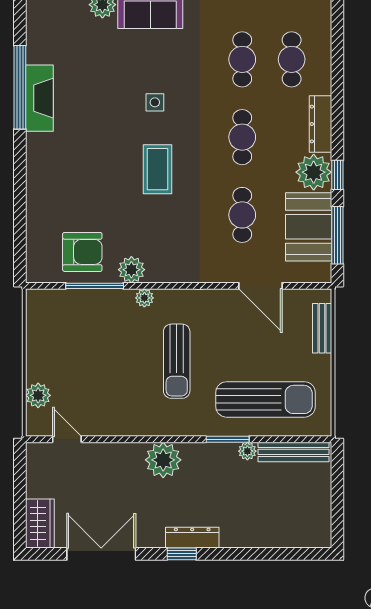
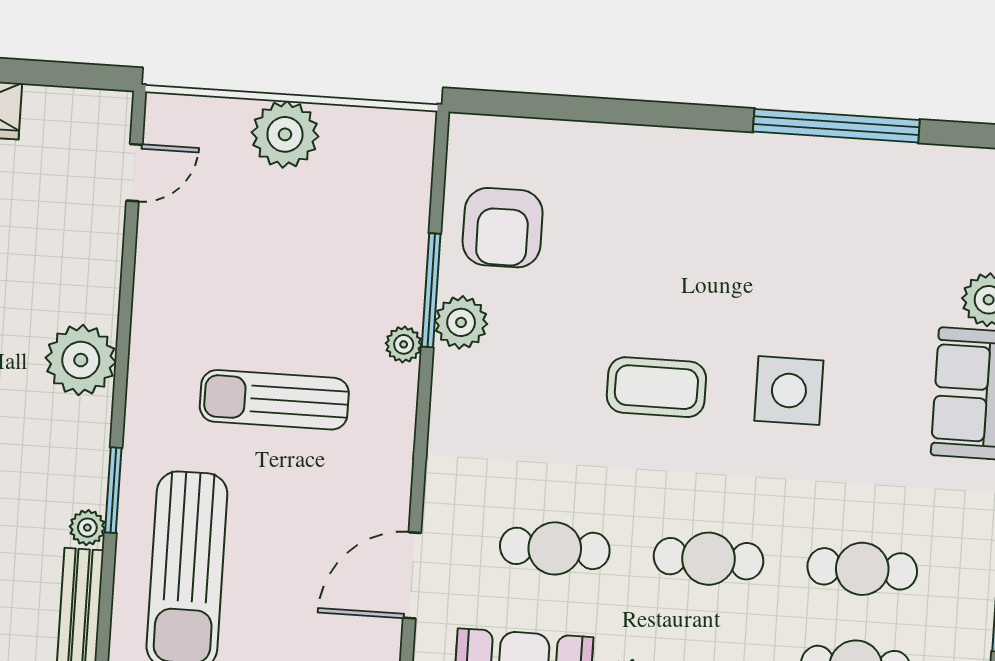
fireplace: (39, 98) -> (812, 163), removed
side table: (155, 102) -> (789, 391), width x1.87, depth x1.87
window: (95, 286) -> (431, 290), moved
plant: (38, 395) -> (285, 134), moved, width x1.36, depth x1.36

